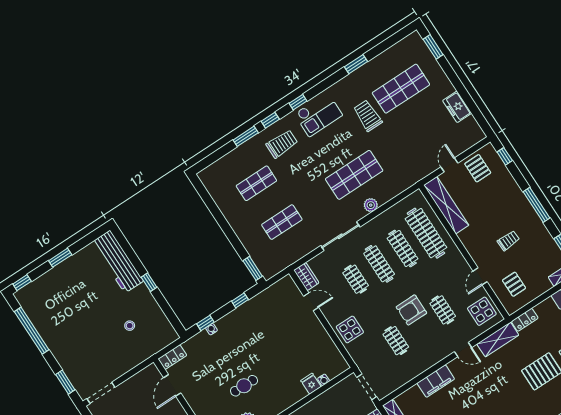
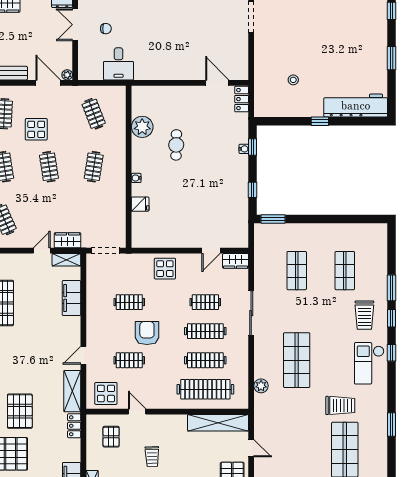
plant: (371, 205) -> (261, 386), moved
pallet: (514, 284) -> (111, 437), turned 90
water cooler: (324, 380) -> (136, 178), moved
filing cabinet: (436, 381) -> (71, 298), moved

